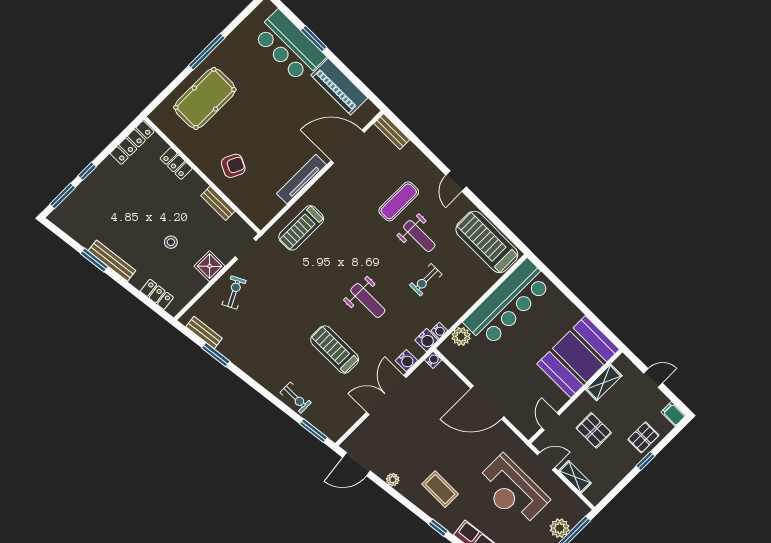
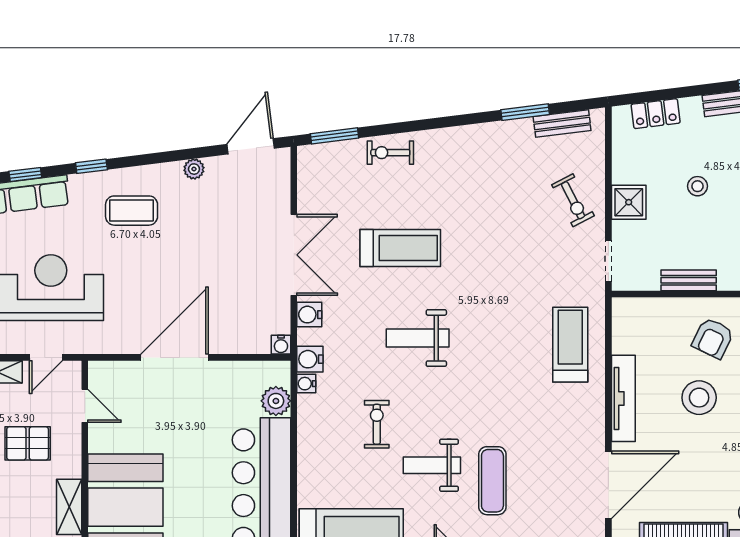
stool: (267, 145) -> (699, 398), added

